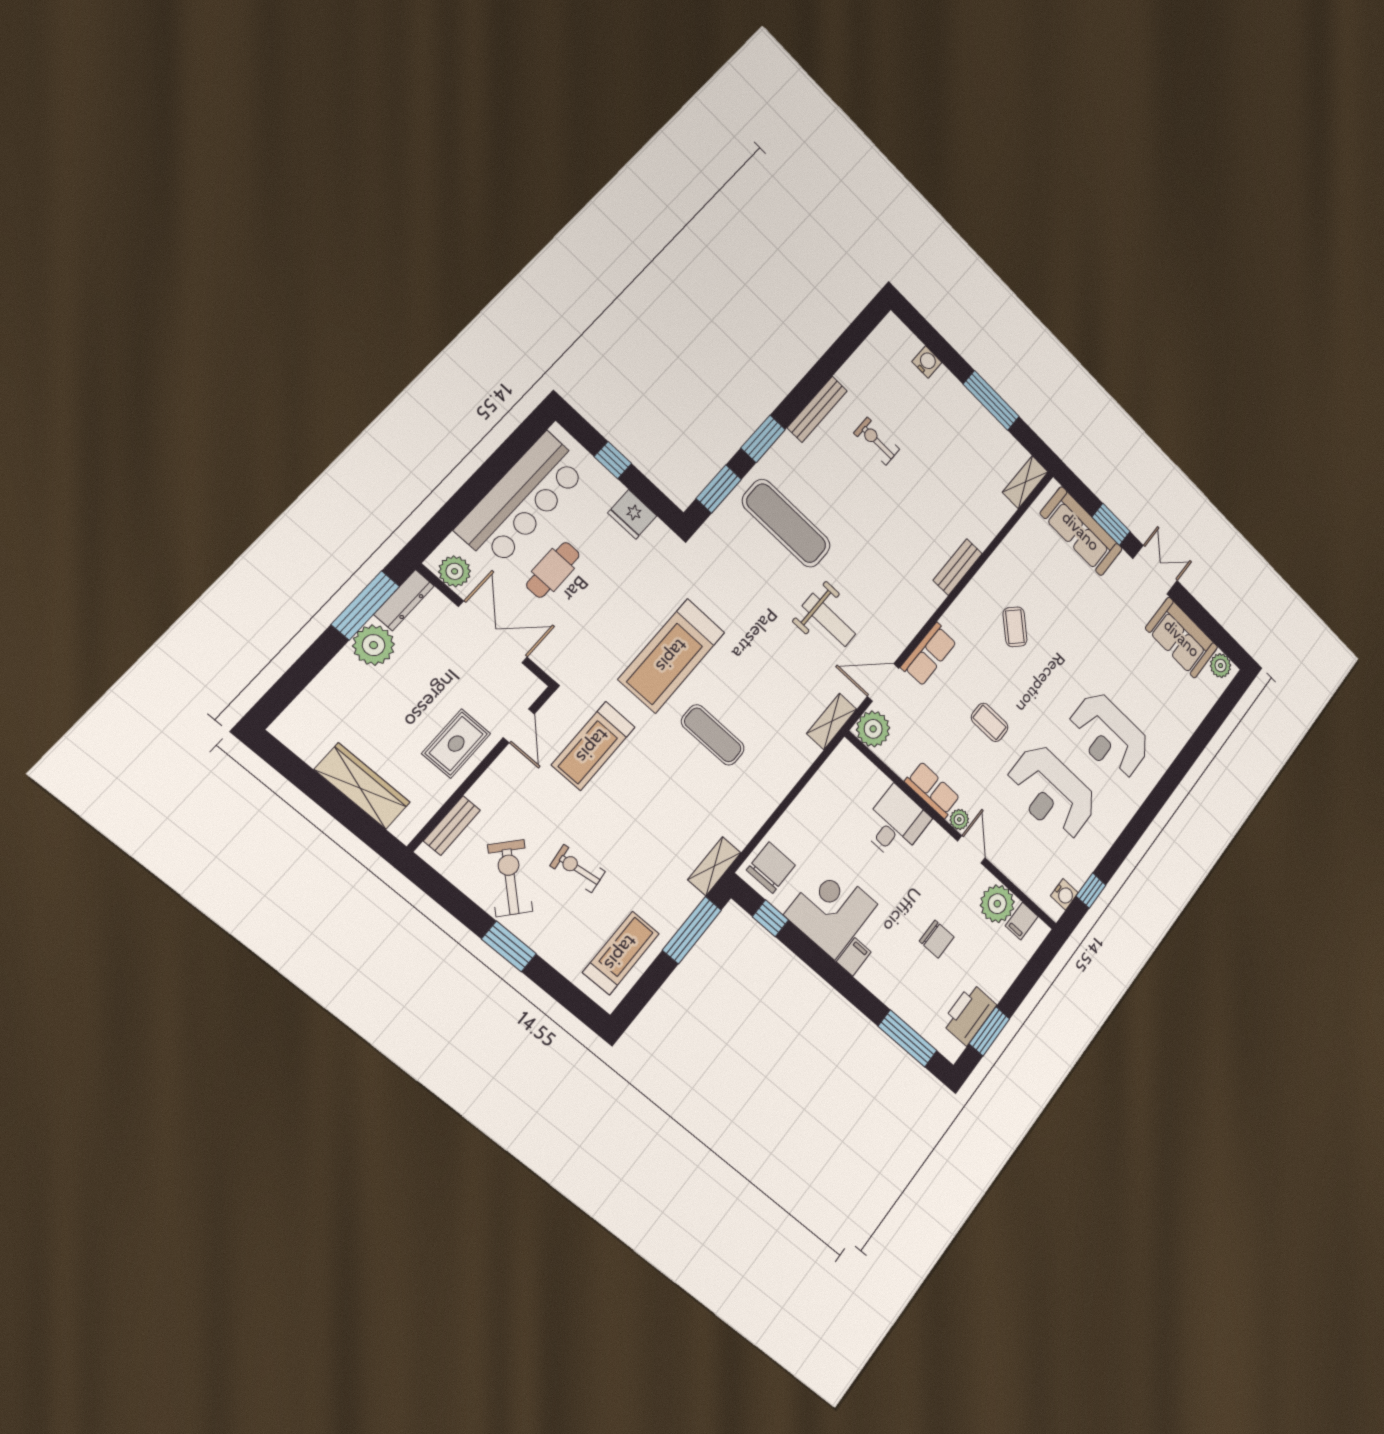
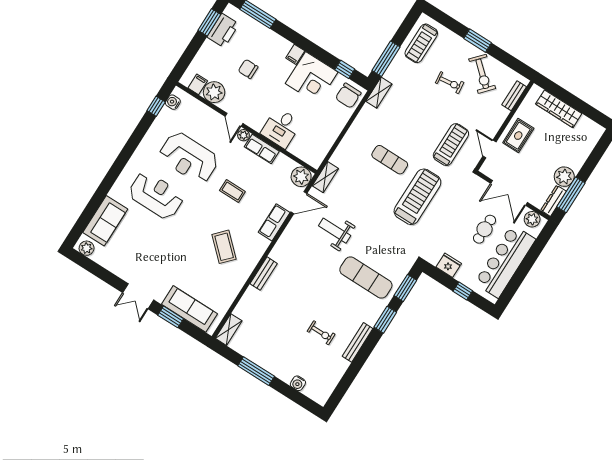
coffee table: (1015, 627) -> (224, 247), width x1.36, depth x1.30
sofa: (1182, 638) -> (105, 221), moved, turned 90
reception desk: (1051, 793) -> (189, 158), turned 180

